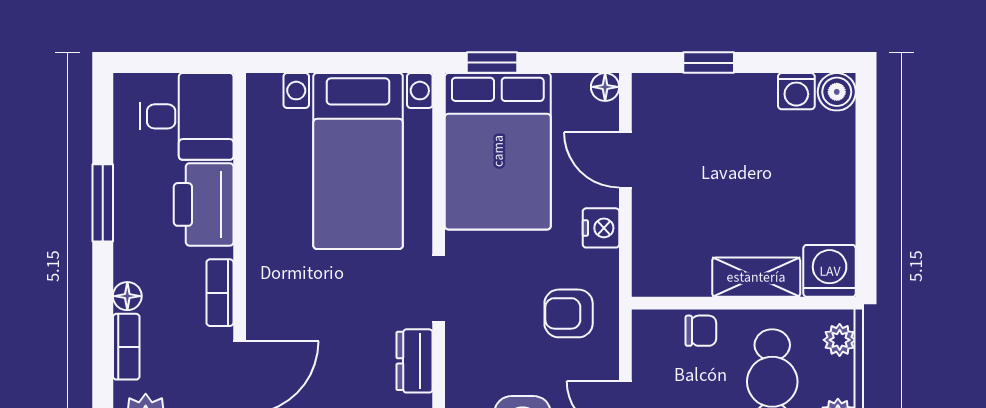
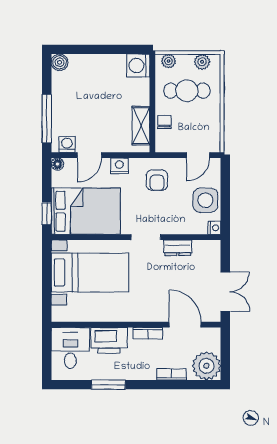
window: (709, 63) -> (47, 119), width x2.17
washing machine: (796, 91) -> (67, 144), moved, turned -90
shelving: (756, 277) -> (141, 126), moved
floor lamp: (127, 296) -> (149, 374), removed

